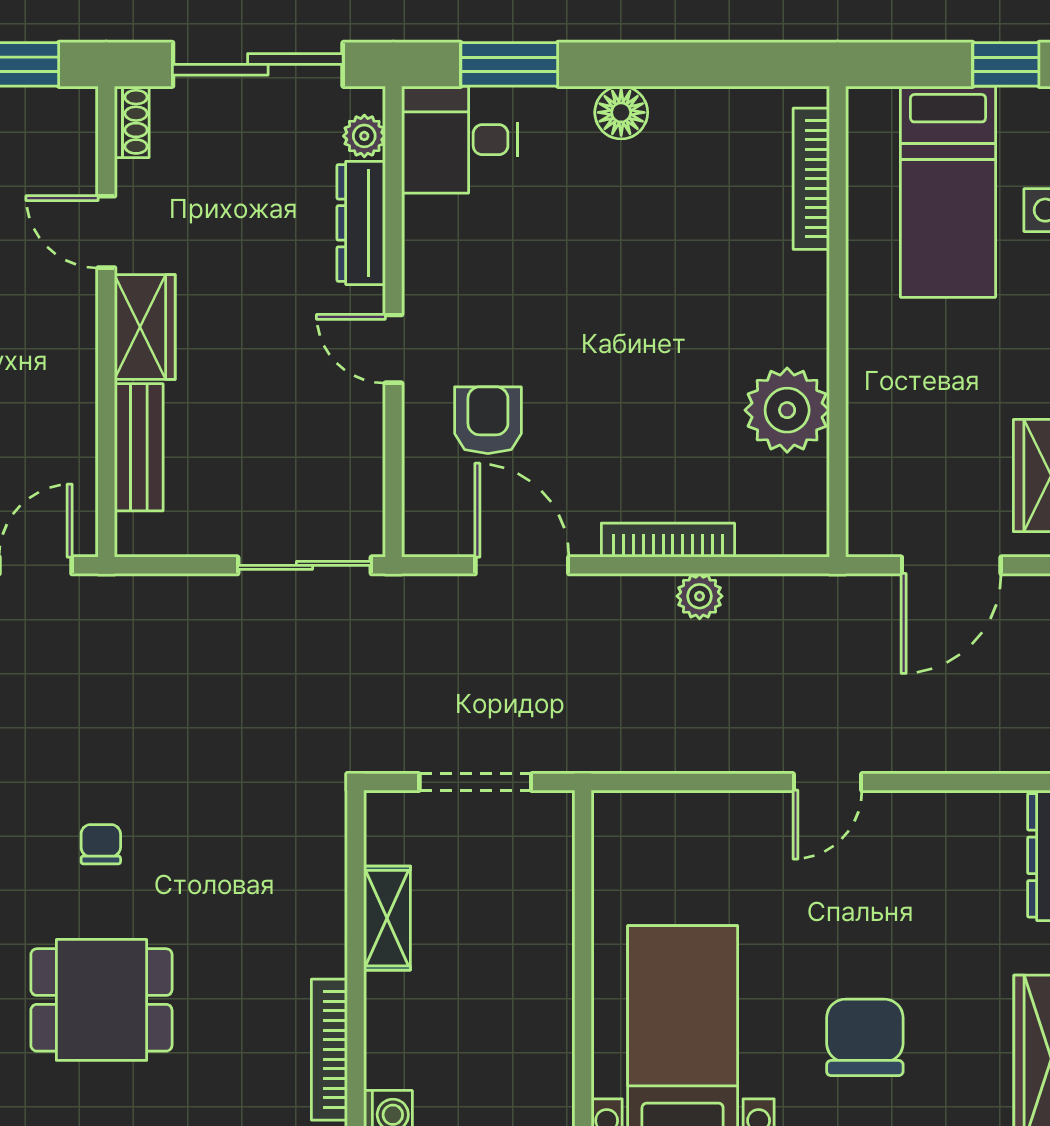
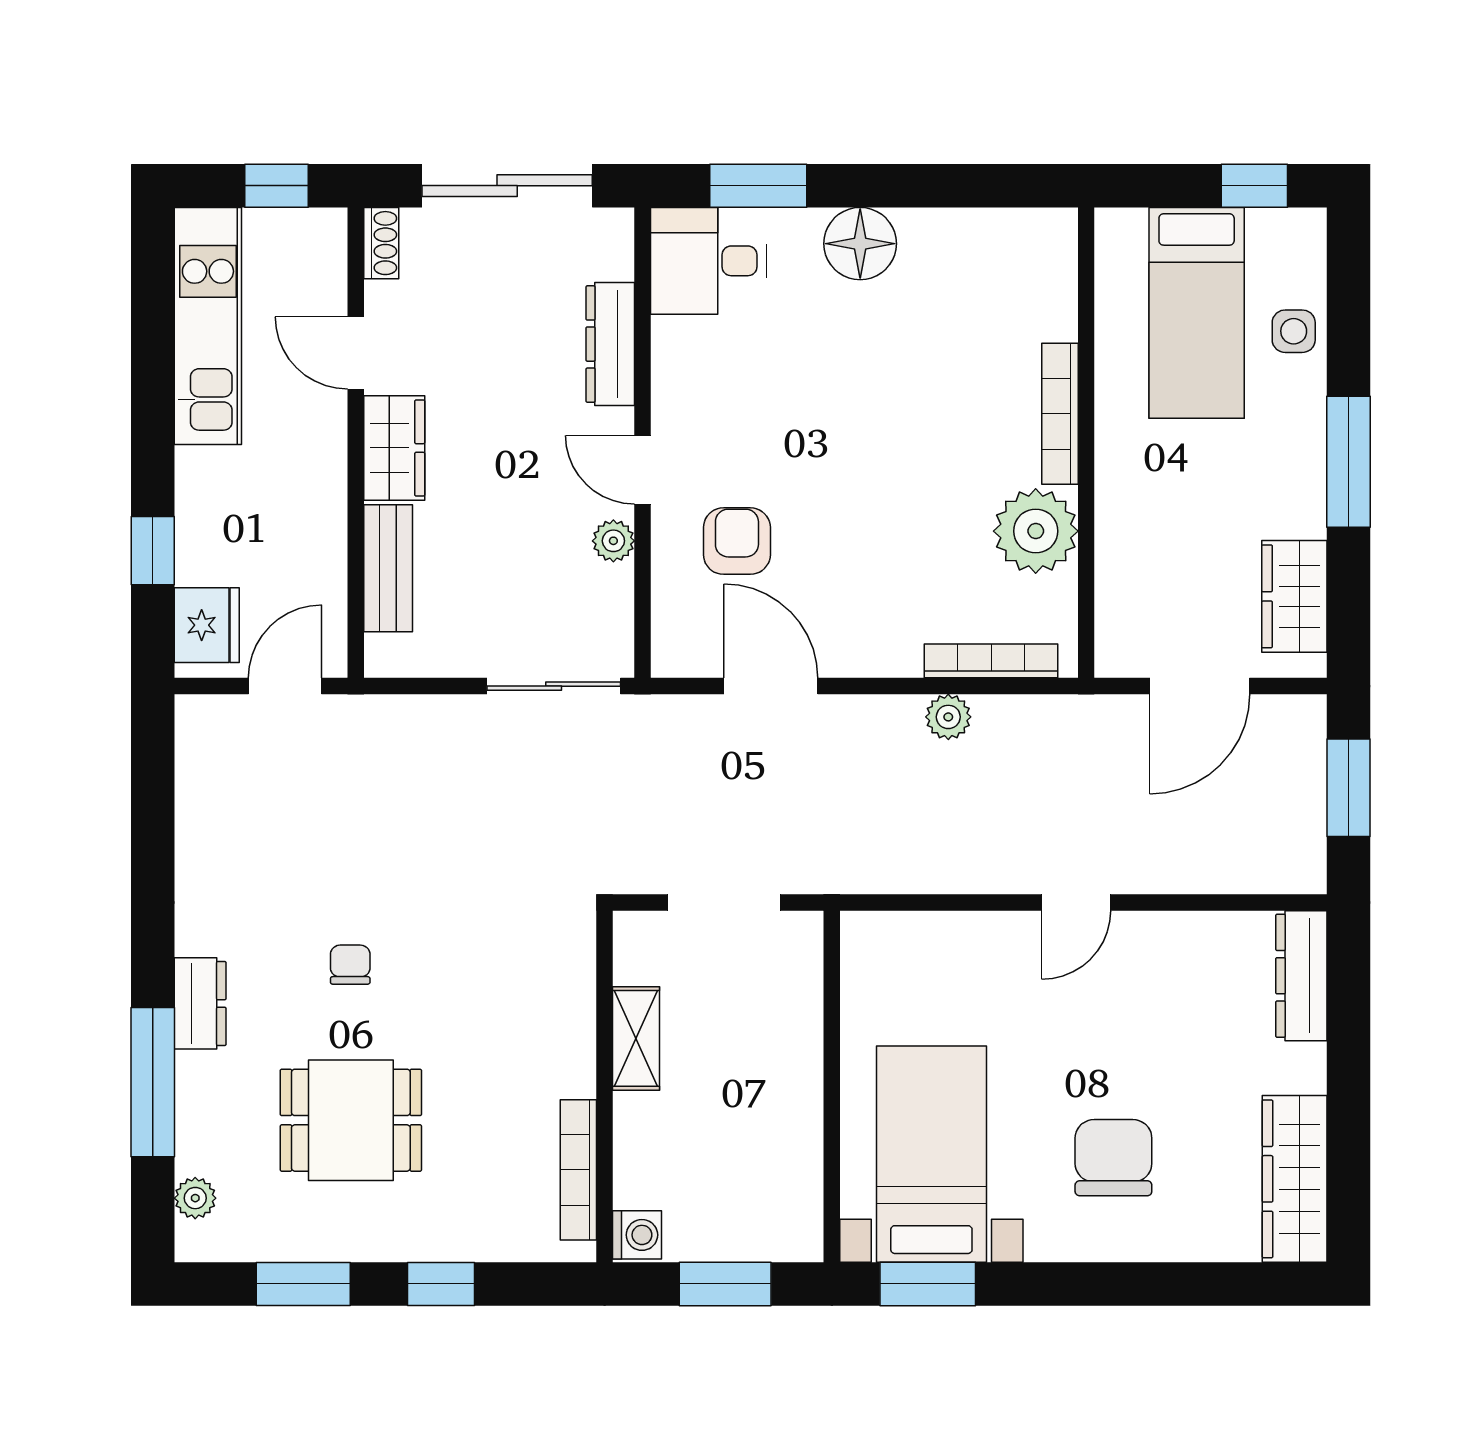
floor lamp: (621, 112) -> (860, 244), width x1.38, depth x1.38
plant: (364, 136) -> (613, 541), moved
bookcase: (811, 179) -> (1060, 414), moved
bookcase: (668, 540) -> (991, 661), moved

